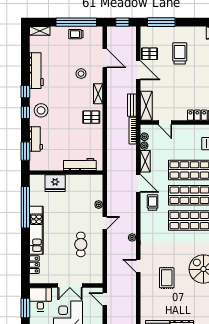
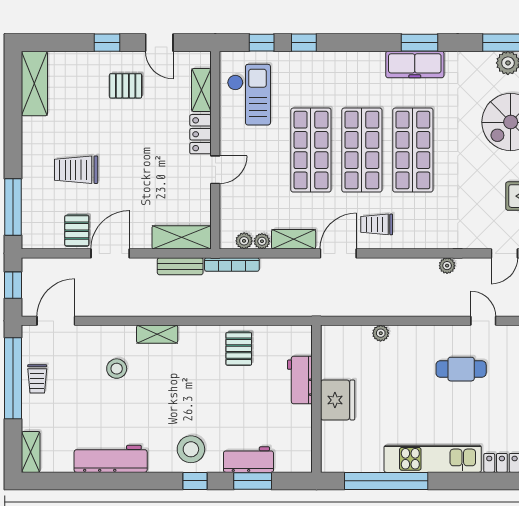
door: (105, 58) -> (56, 321), moved
window: (25, 92) -> (153, 481), removed
pallet: (91, 117) -> (239, 349), moved
door: (165, 122) -> (215, 170), moved
window: (25, 151) -> (253, 481), moved
workbench: (80, 164) -> (300, 380), width x0.73
fridge: (55, 183) -> (338, 400), moved
door: (105, 223) -> (483, 321), moved

